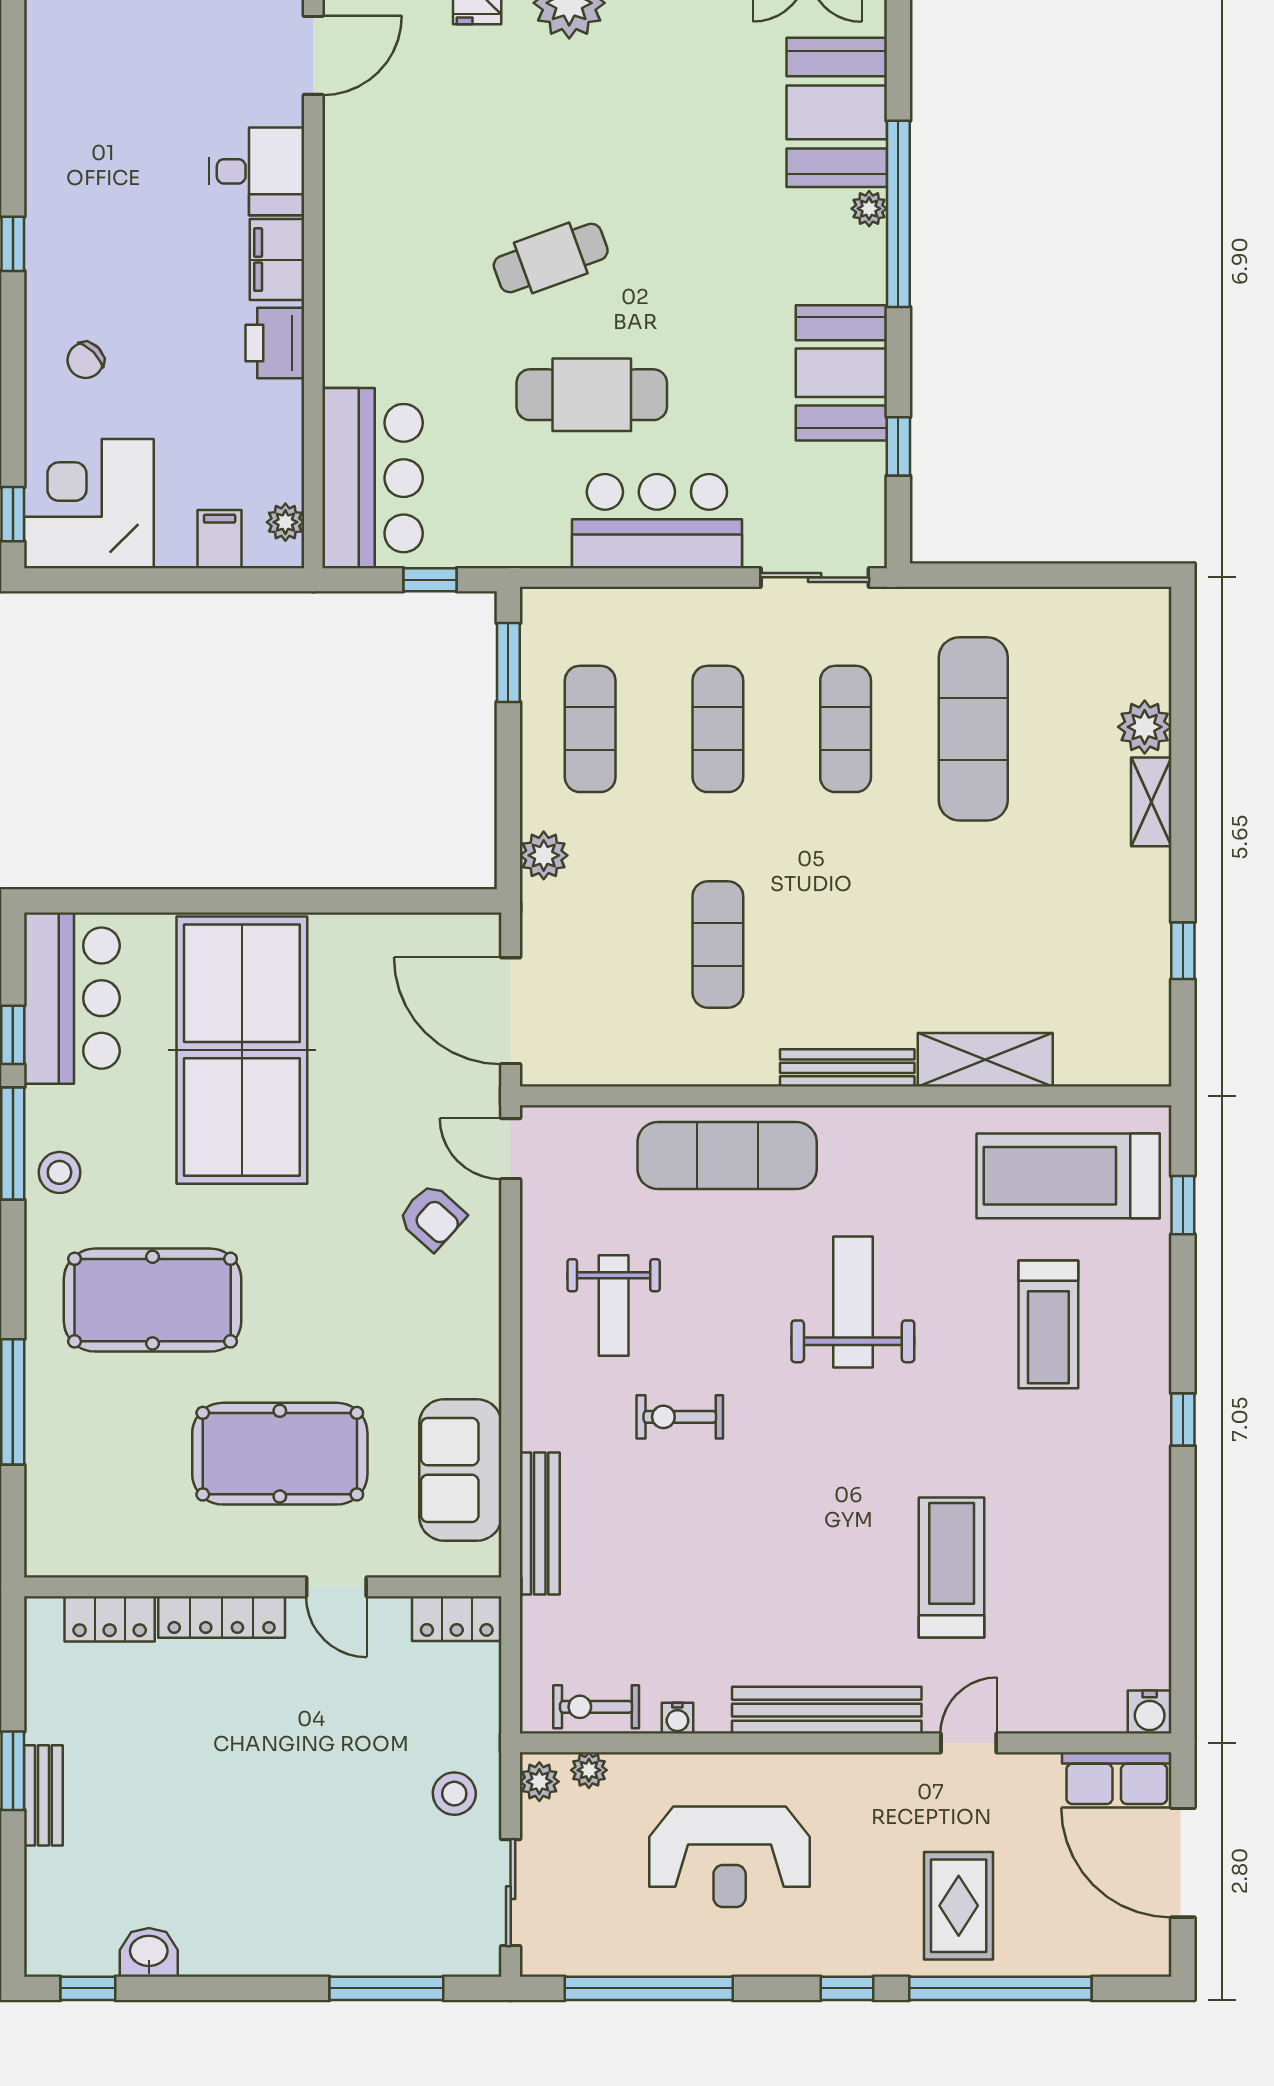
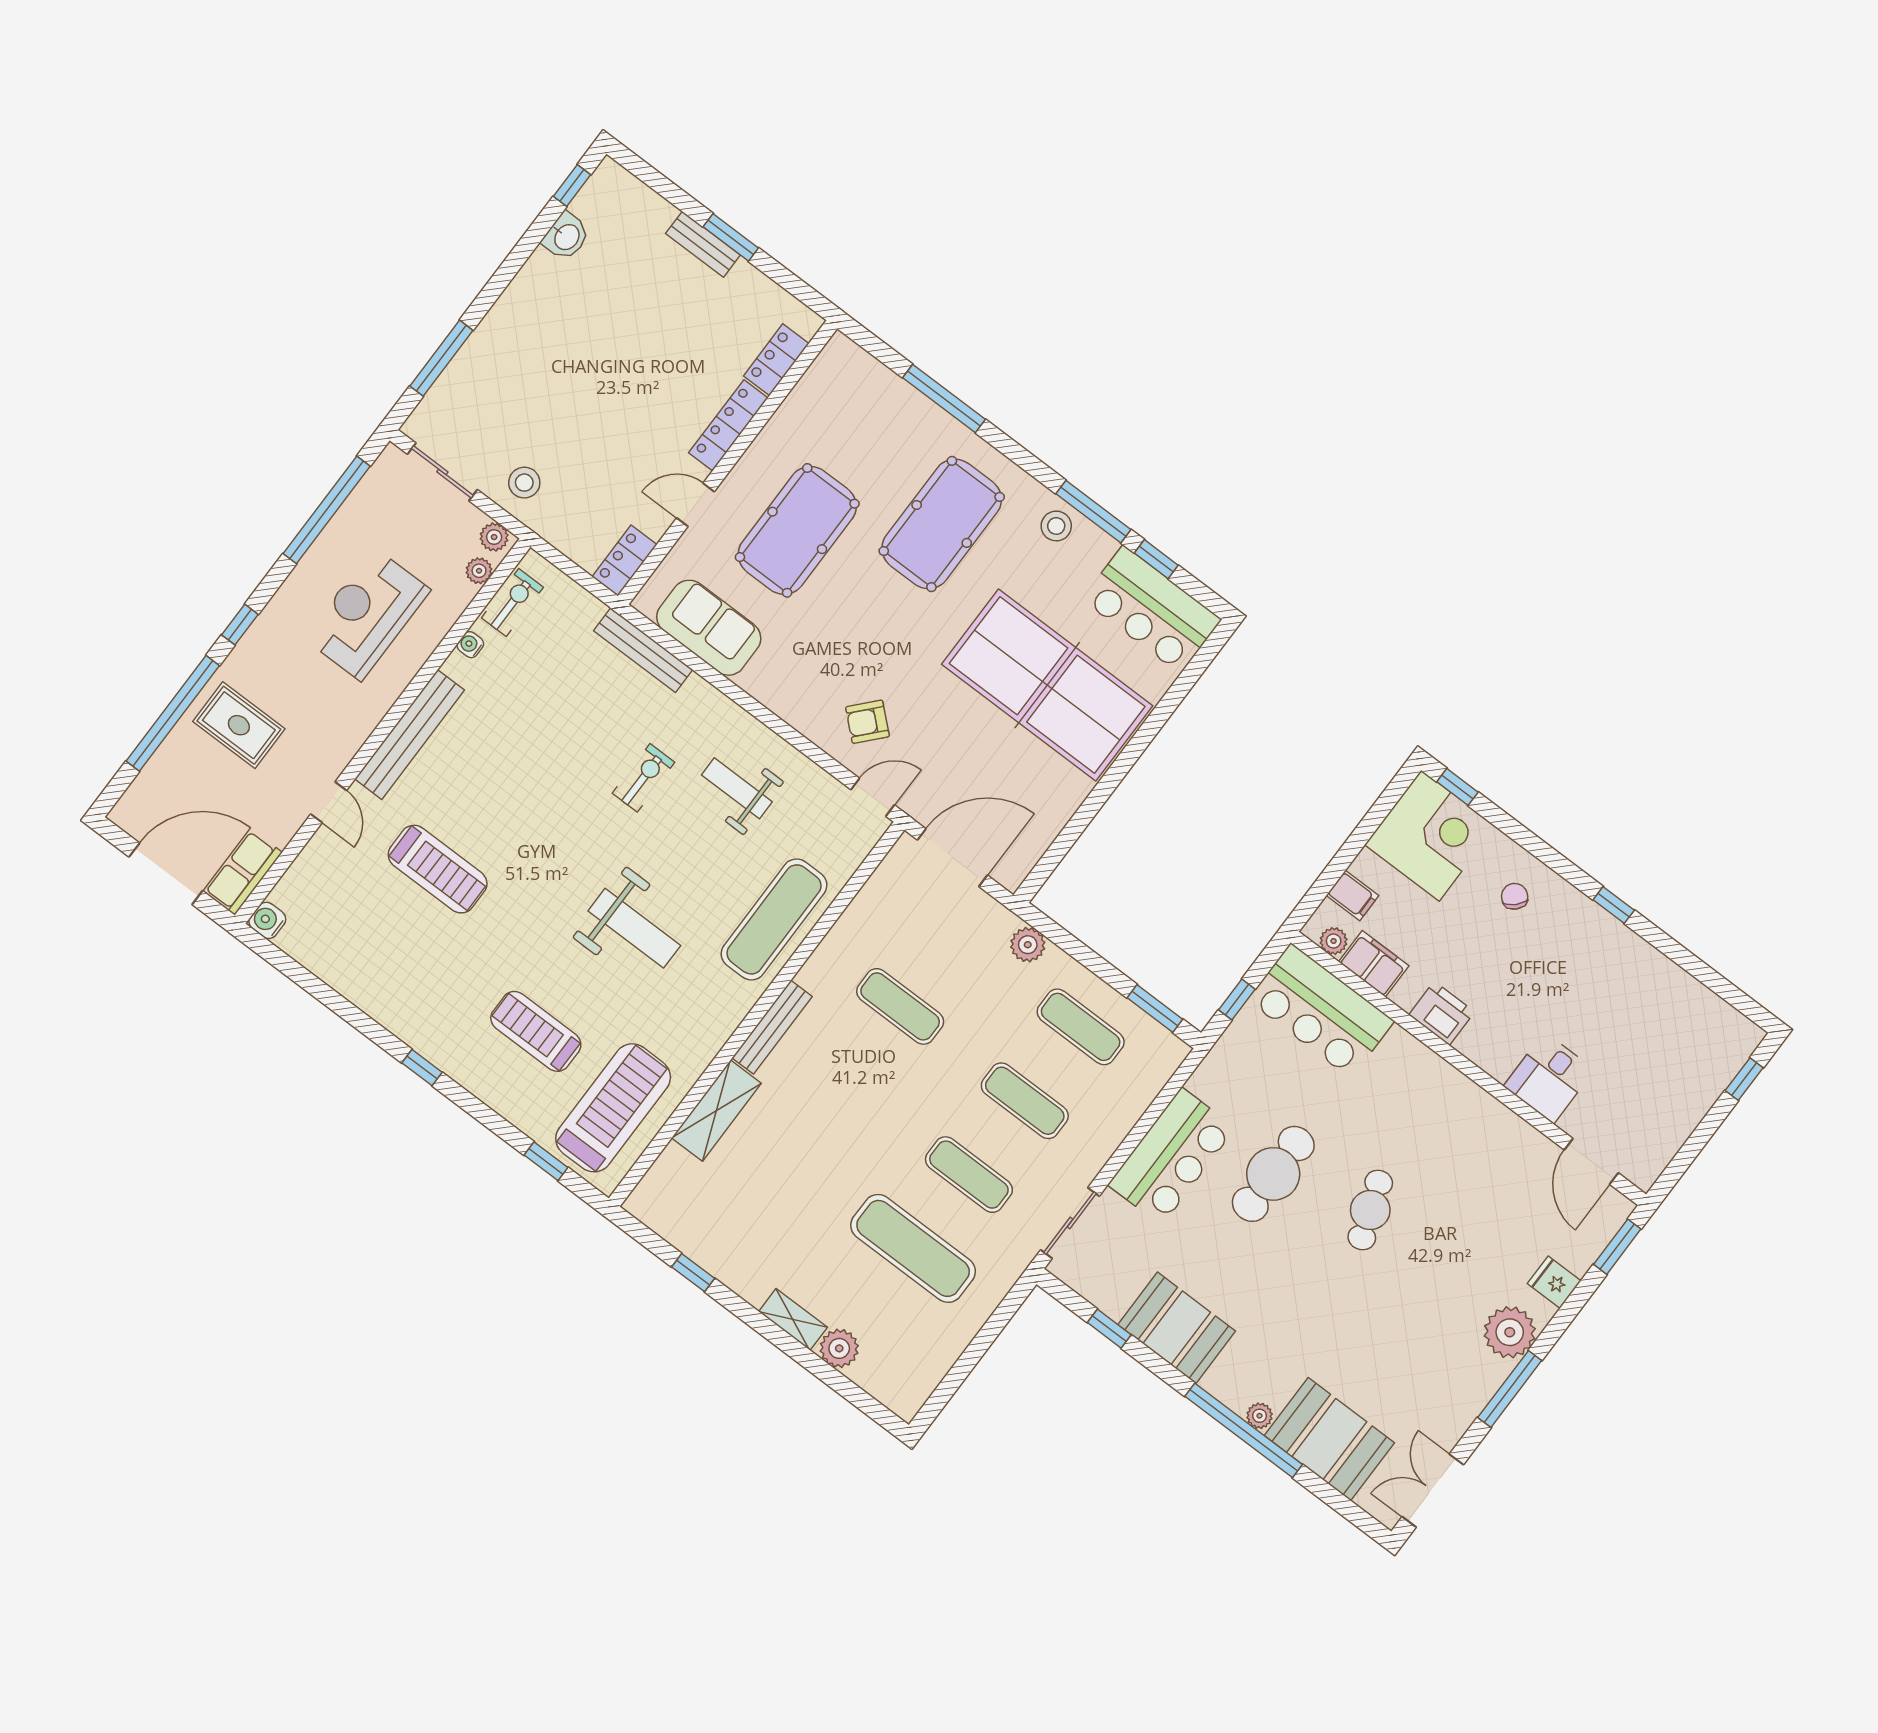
filing cabinet: (277, 260) -> (1374, 964), moved

